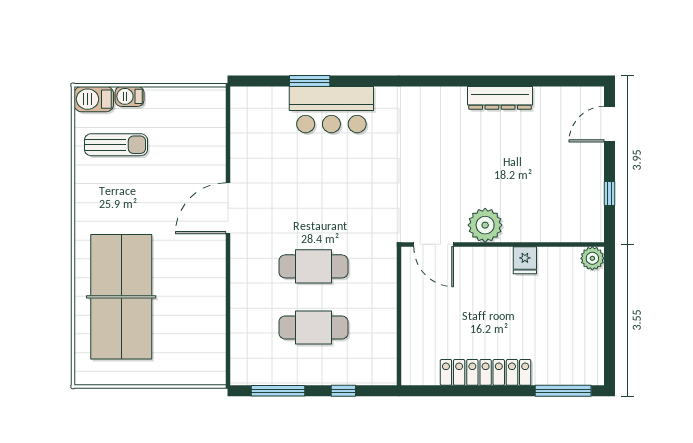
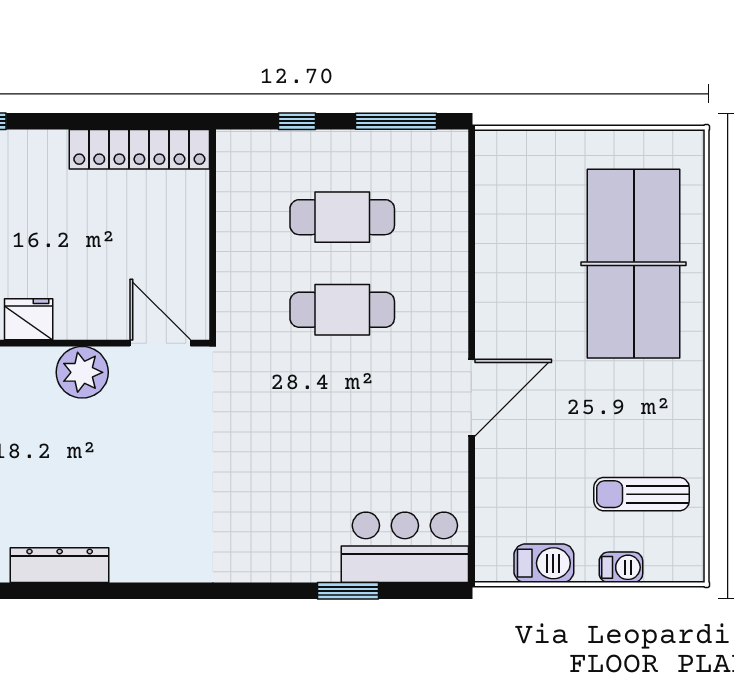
barbecue: (94, 99) -> (544, 563), moved
bar counter: (331, 110) -> (405, 547), moved
fridge: (525, 260) -> (29, 319), width x1.38
locker: (486, 372) -> (139, 149), moved

